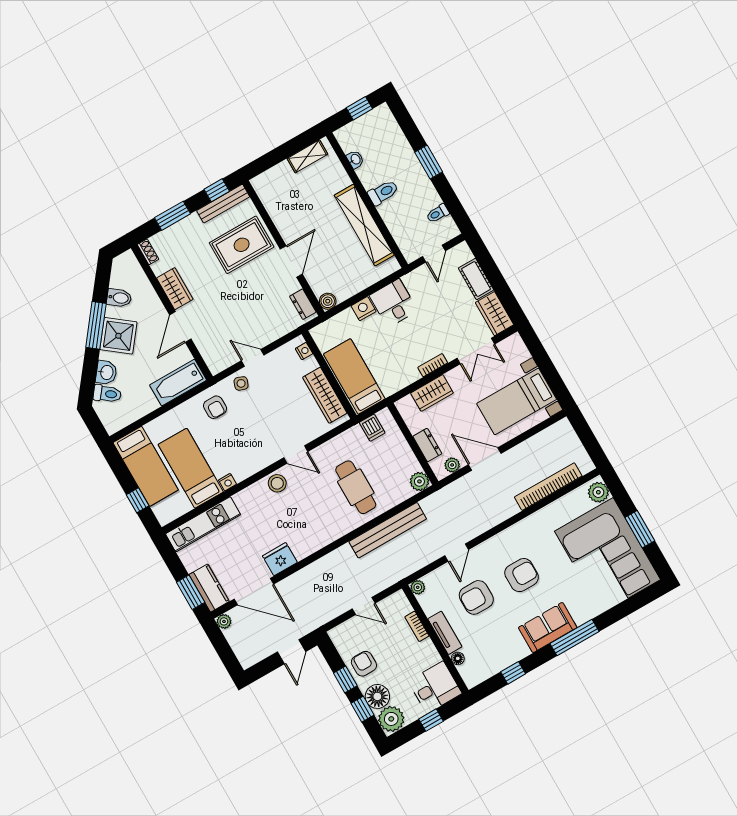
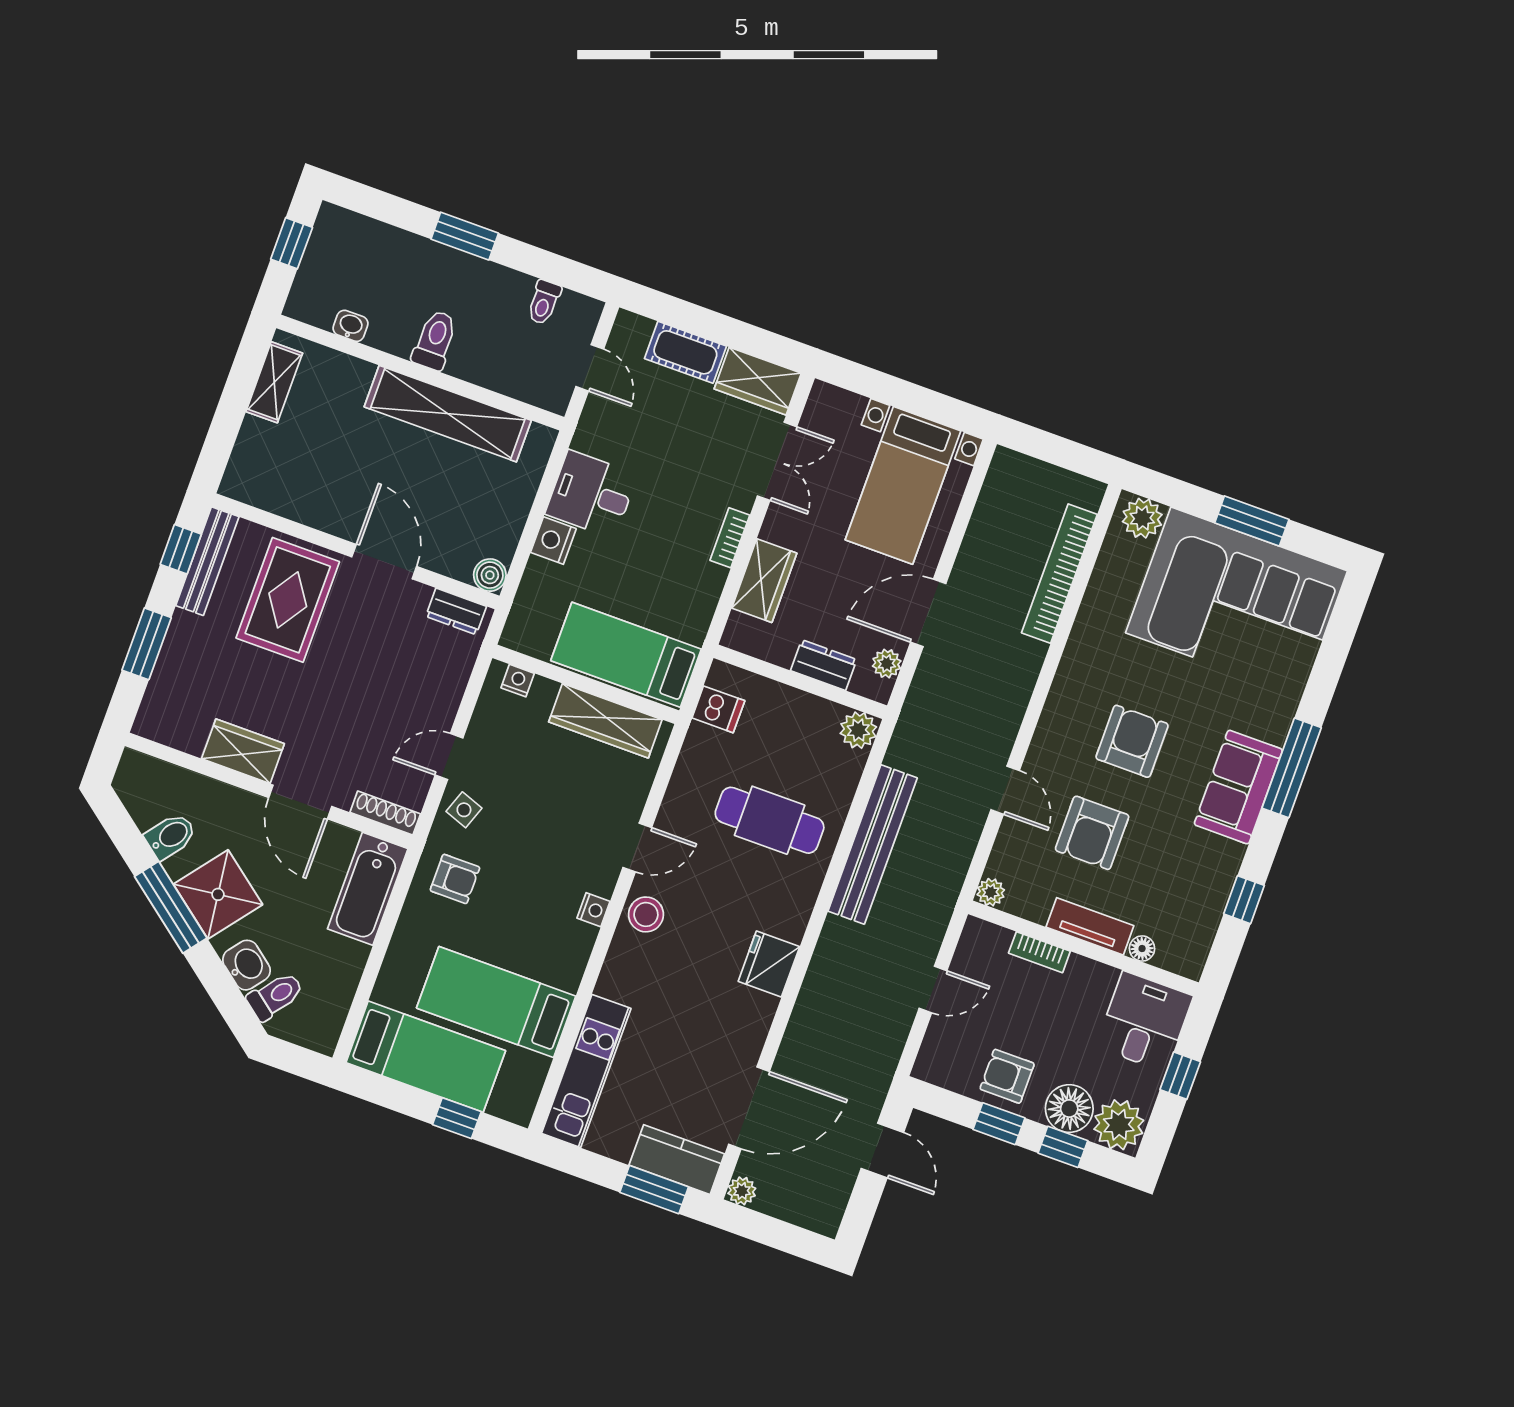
shoe rack: (148, 252) -> (385, 813), moved, width x1.43
nightstand: (228, 482) -> (593, 910), moved
fridge: (280, 559) -> (769, 964), moved

